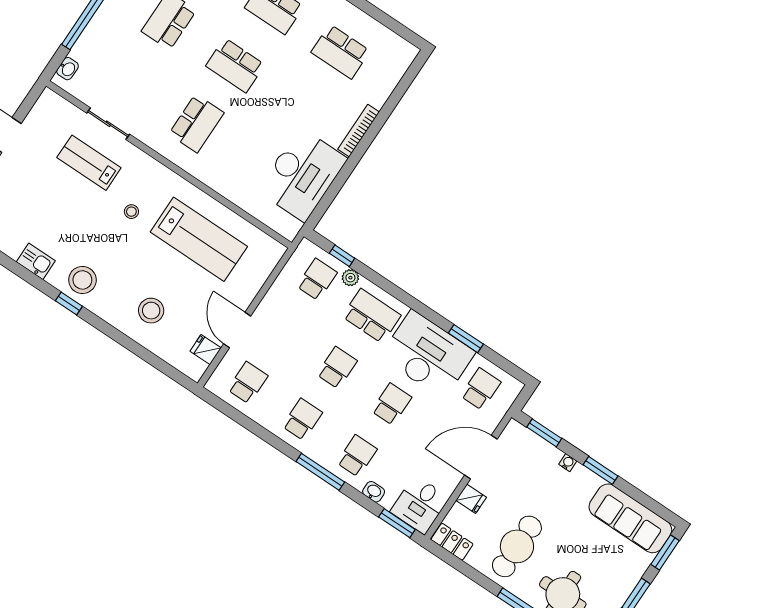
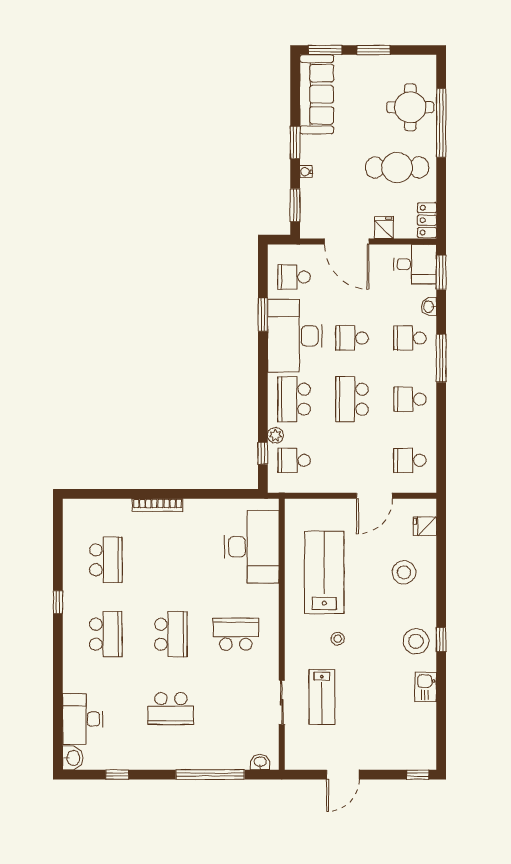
desk: (302, 175) -> (252, 547), moved, turned 90
fridge: (206, 350) -> (425, 526), moved, turned 90
school desk: (337, 368) -> (352, 399), width x1.85

